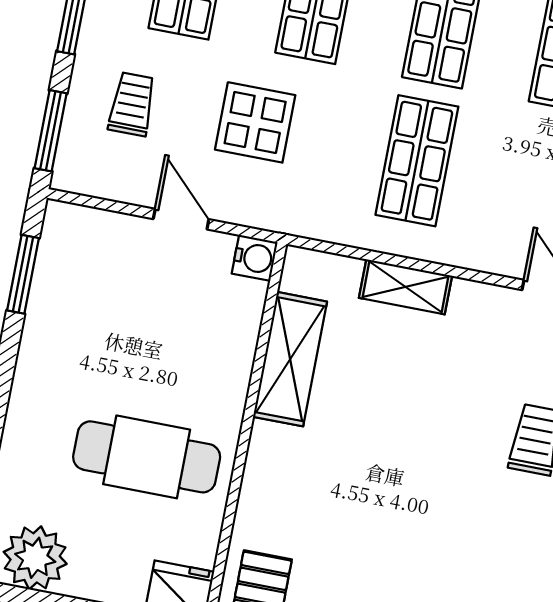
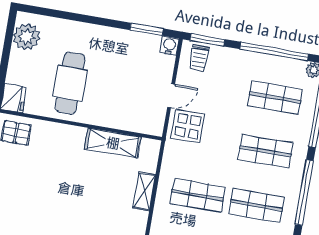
trolley: (132, 104) -> (199, 58), moved, turned 90
display table: (255, 122) -> (188, 126), moved
water cooler: (255, 258) -> (169, 46), moved, turned 180

